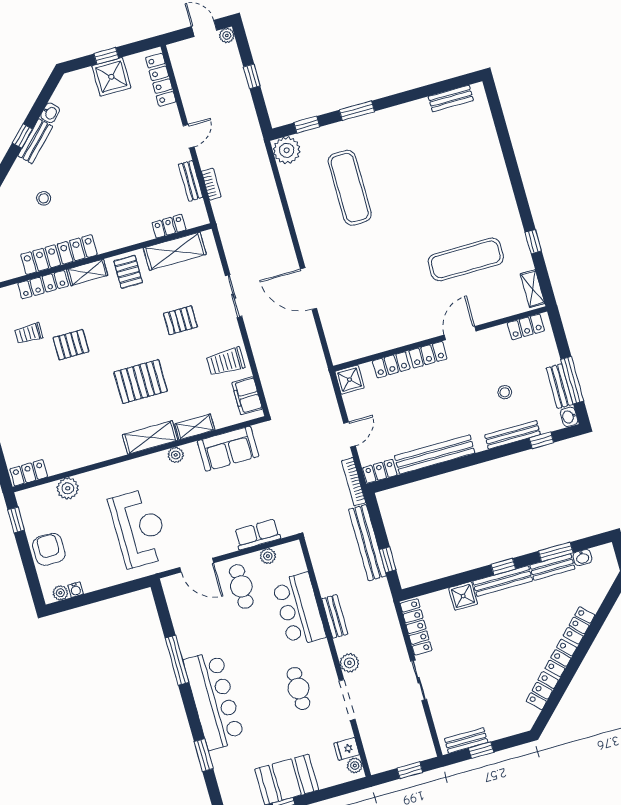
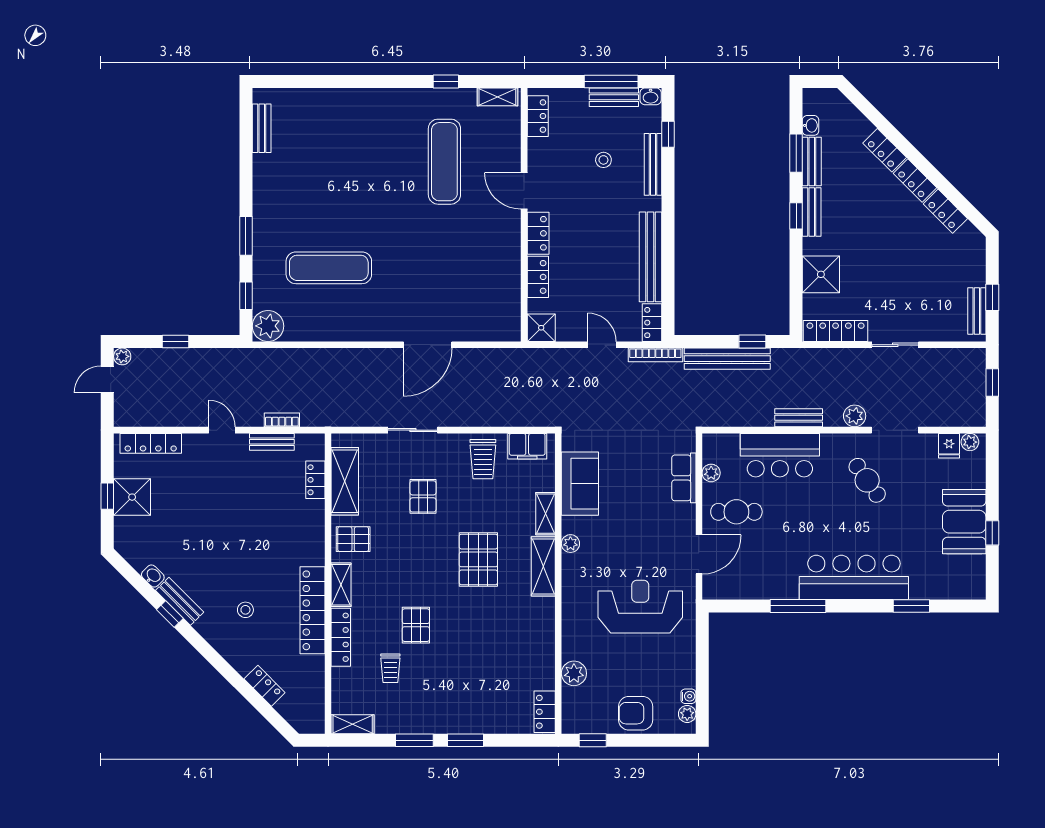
bench: (503, 581) -> (812, 212), width x0.73
shower: (463, 596) -> (821, 274), width x1.36, depth x1.36
cafe table: (298, 688) -> (867, 480), turned 55

